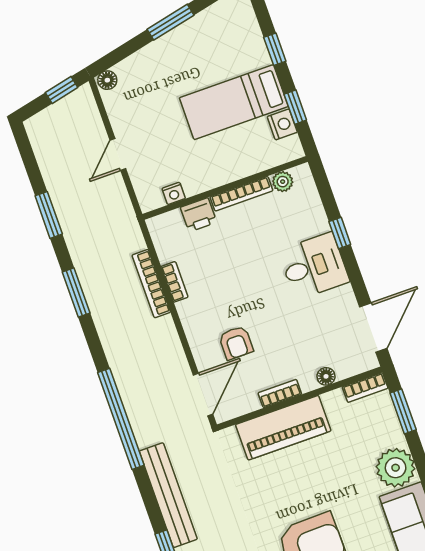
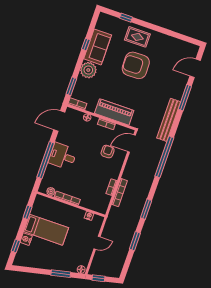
window: (171, 22) -> (61, 274), moved
window: (275, 49) -> (16, 246), moved
nightstand: (282, 124) -> (26, 239), moved
printer: (199, 215) -> (87, 203), removed
window: (340, 233) -> (46, 160), width x3.17

